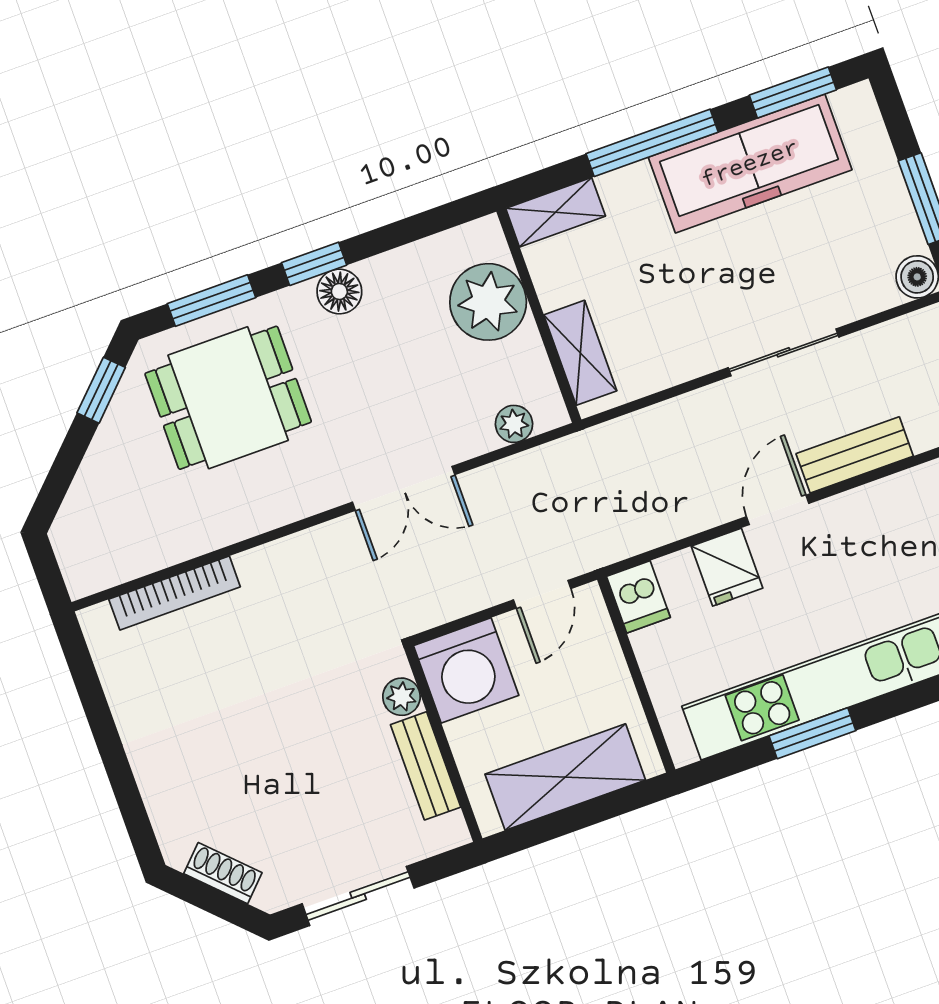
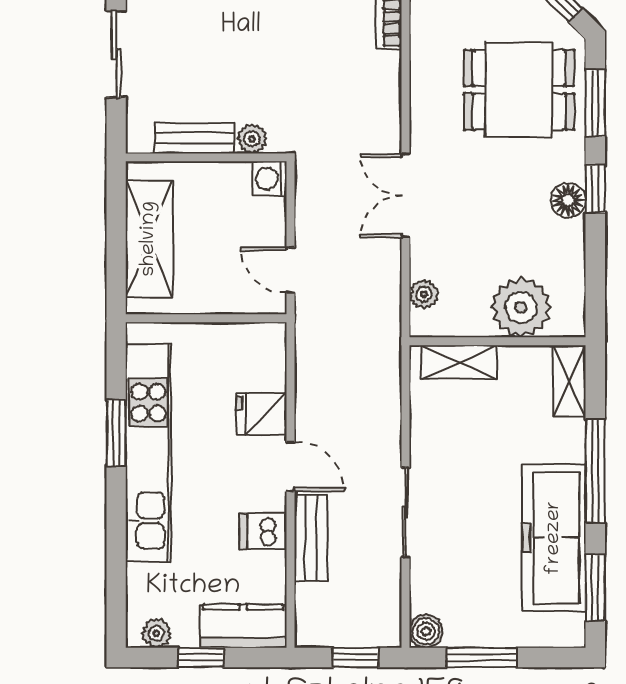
dining table: (228, 398) -> (519, 90), turned 90
dishwasher: (638, 597) -> (263, 531), moved
washing machine: (466, 670) -> (270, 178), width x0.53, depth x0.53

